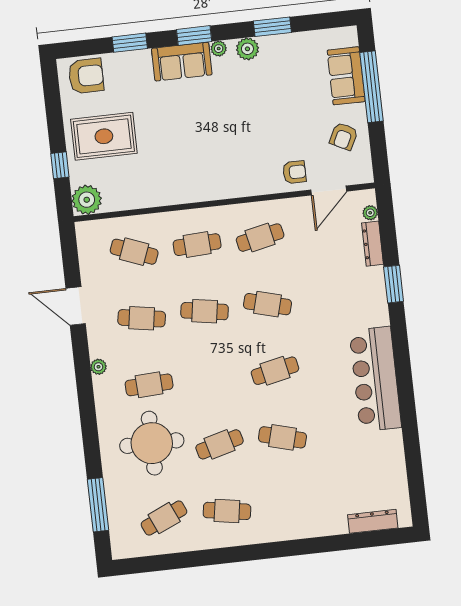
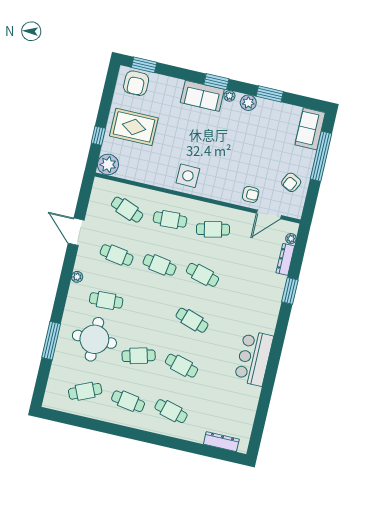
window: (130, 43) -> (144, 65), moved
armchair: (86, 76) -> (136, 83), turned 90
sofa: (346, 76) -> (310, 129), moved
side table: (200, 177) -> (188, 176), added
cafe table: (275, 371) -> (192, 320), turned 30
bar counter: (375, 379) -> (254, 358), width x0.73
cafe table: (290, 504) -> (171, 411), added
window: (98, 505) -> (51, 341), moved

